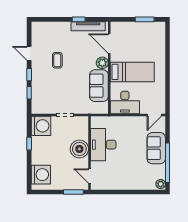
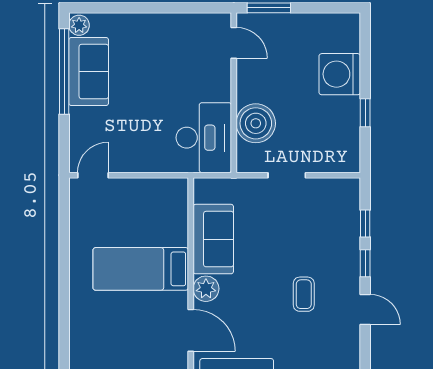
desk: (125, 103) -> (157, 202), removed
washing machine: (41, 126) -> (339, 152), removed
desk: (103, 145) -> (204, 138), moved
sofa: (156, 148) -> (89, 72), moved
boiler: (79, 149) -> (256, 123), moved
washing machine: (41, 175) -> (340, 74), moved

